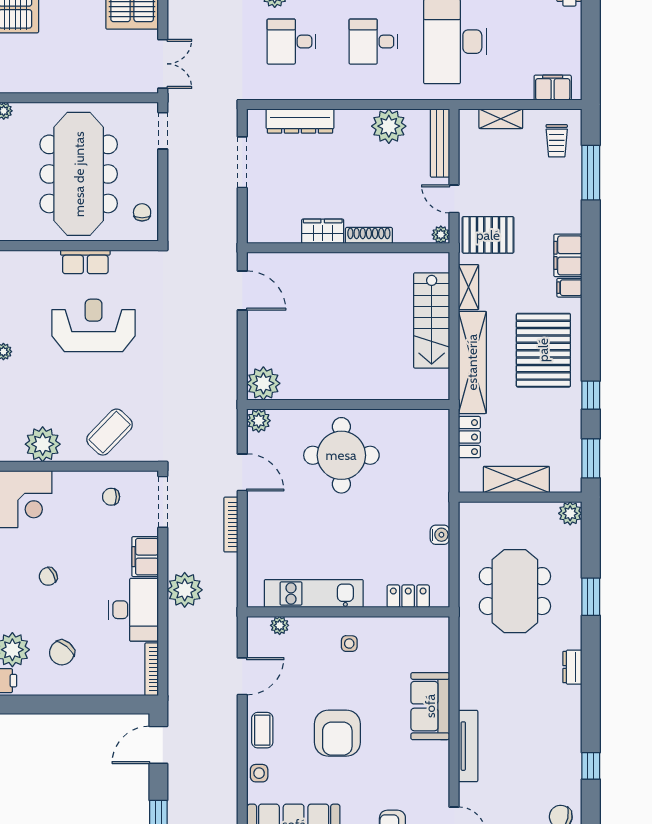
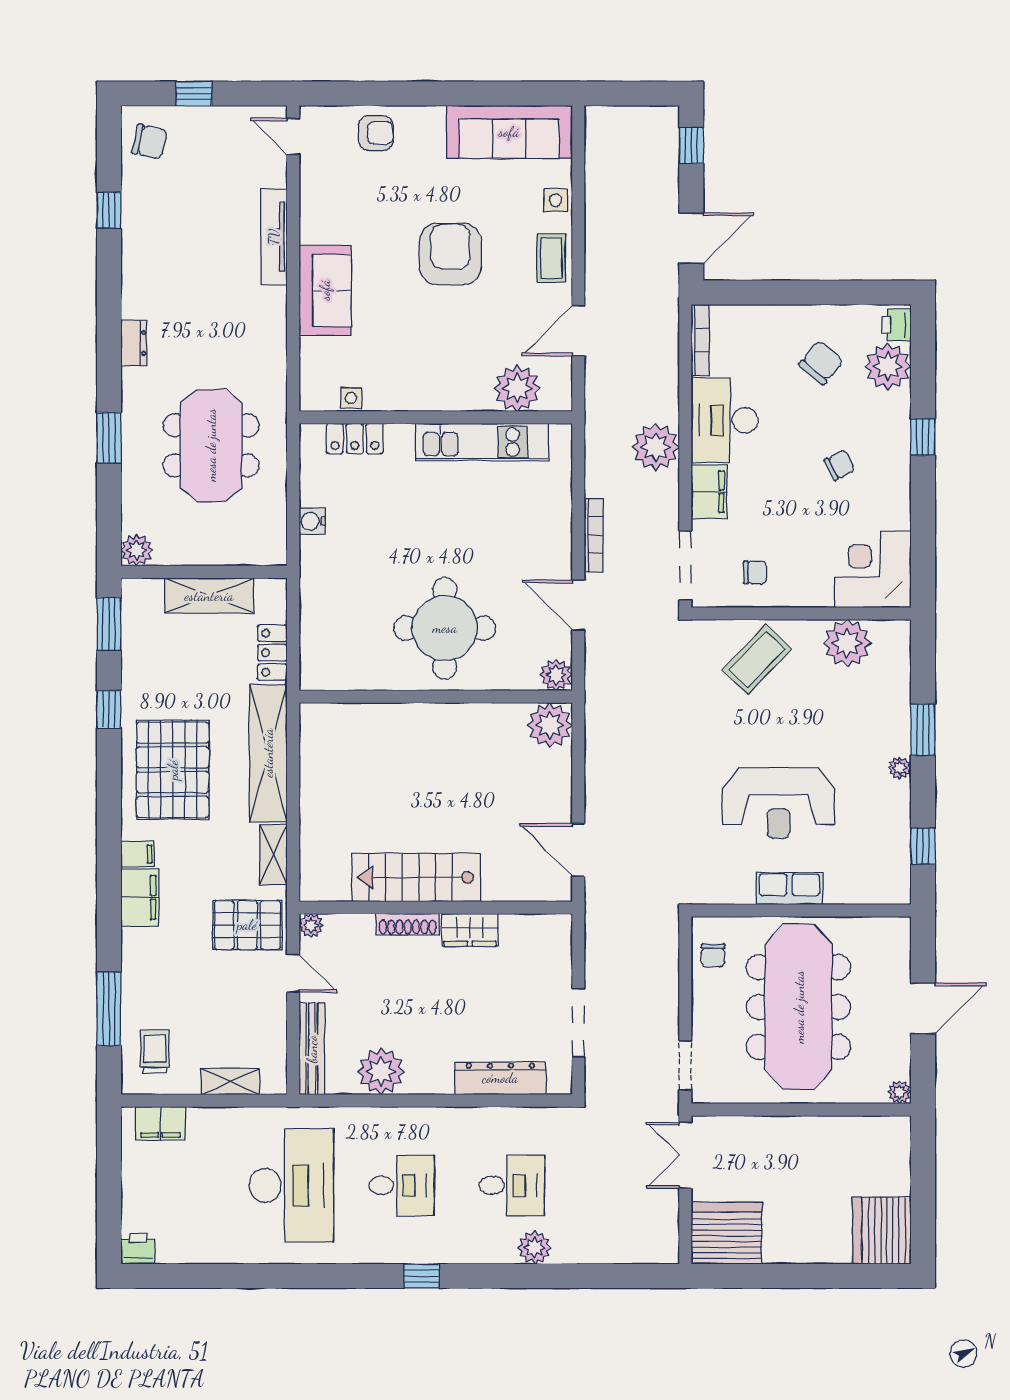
stairs: (432, 320) -> (416, 877), moved, turned -90
plant: (280, 625) -> (517, 388), width x1.88, depth x1.88
side table: (349, 644) -> (351, 398), moved

